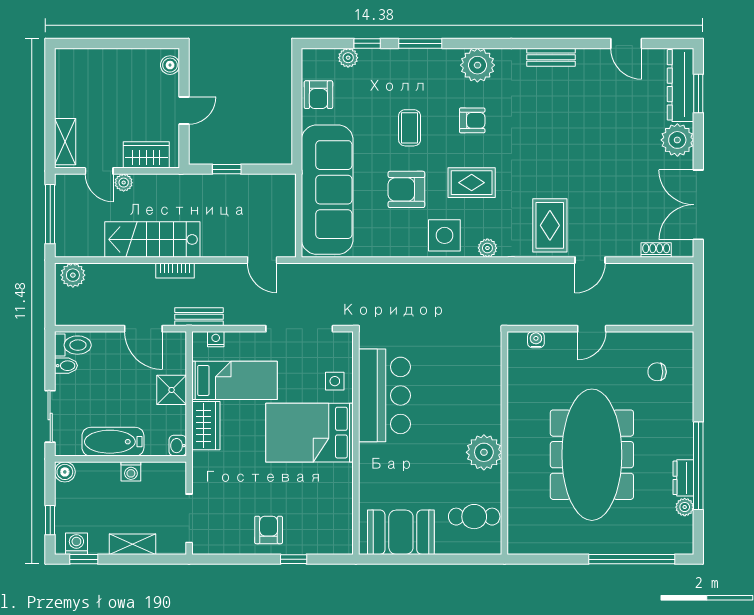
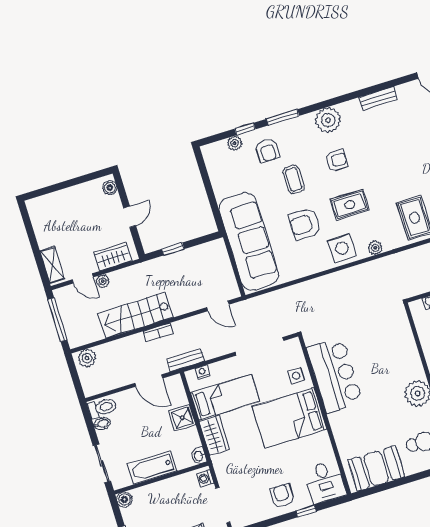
armchair: (318, 95) -> (268, 150), moved
washing machine: (131, 471) -> (205, 478), moved, turned 90
desk: (330, 529) -> (325, 482), added

